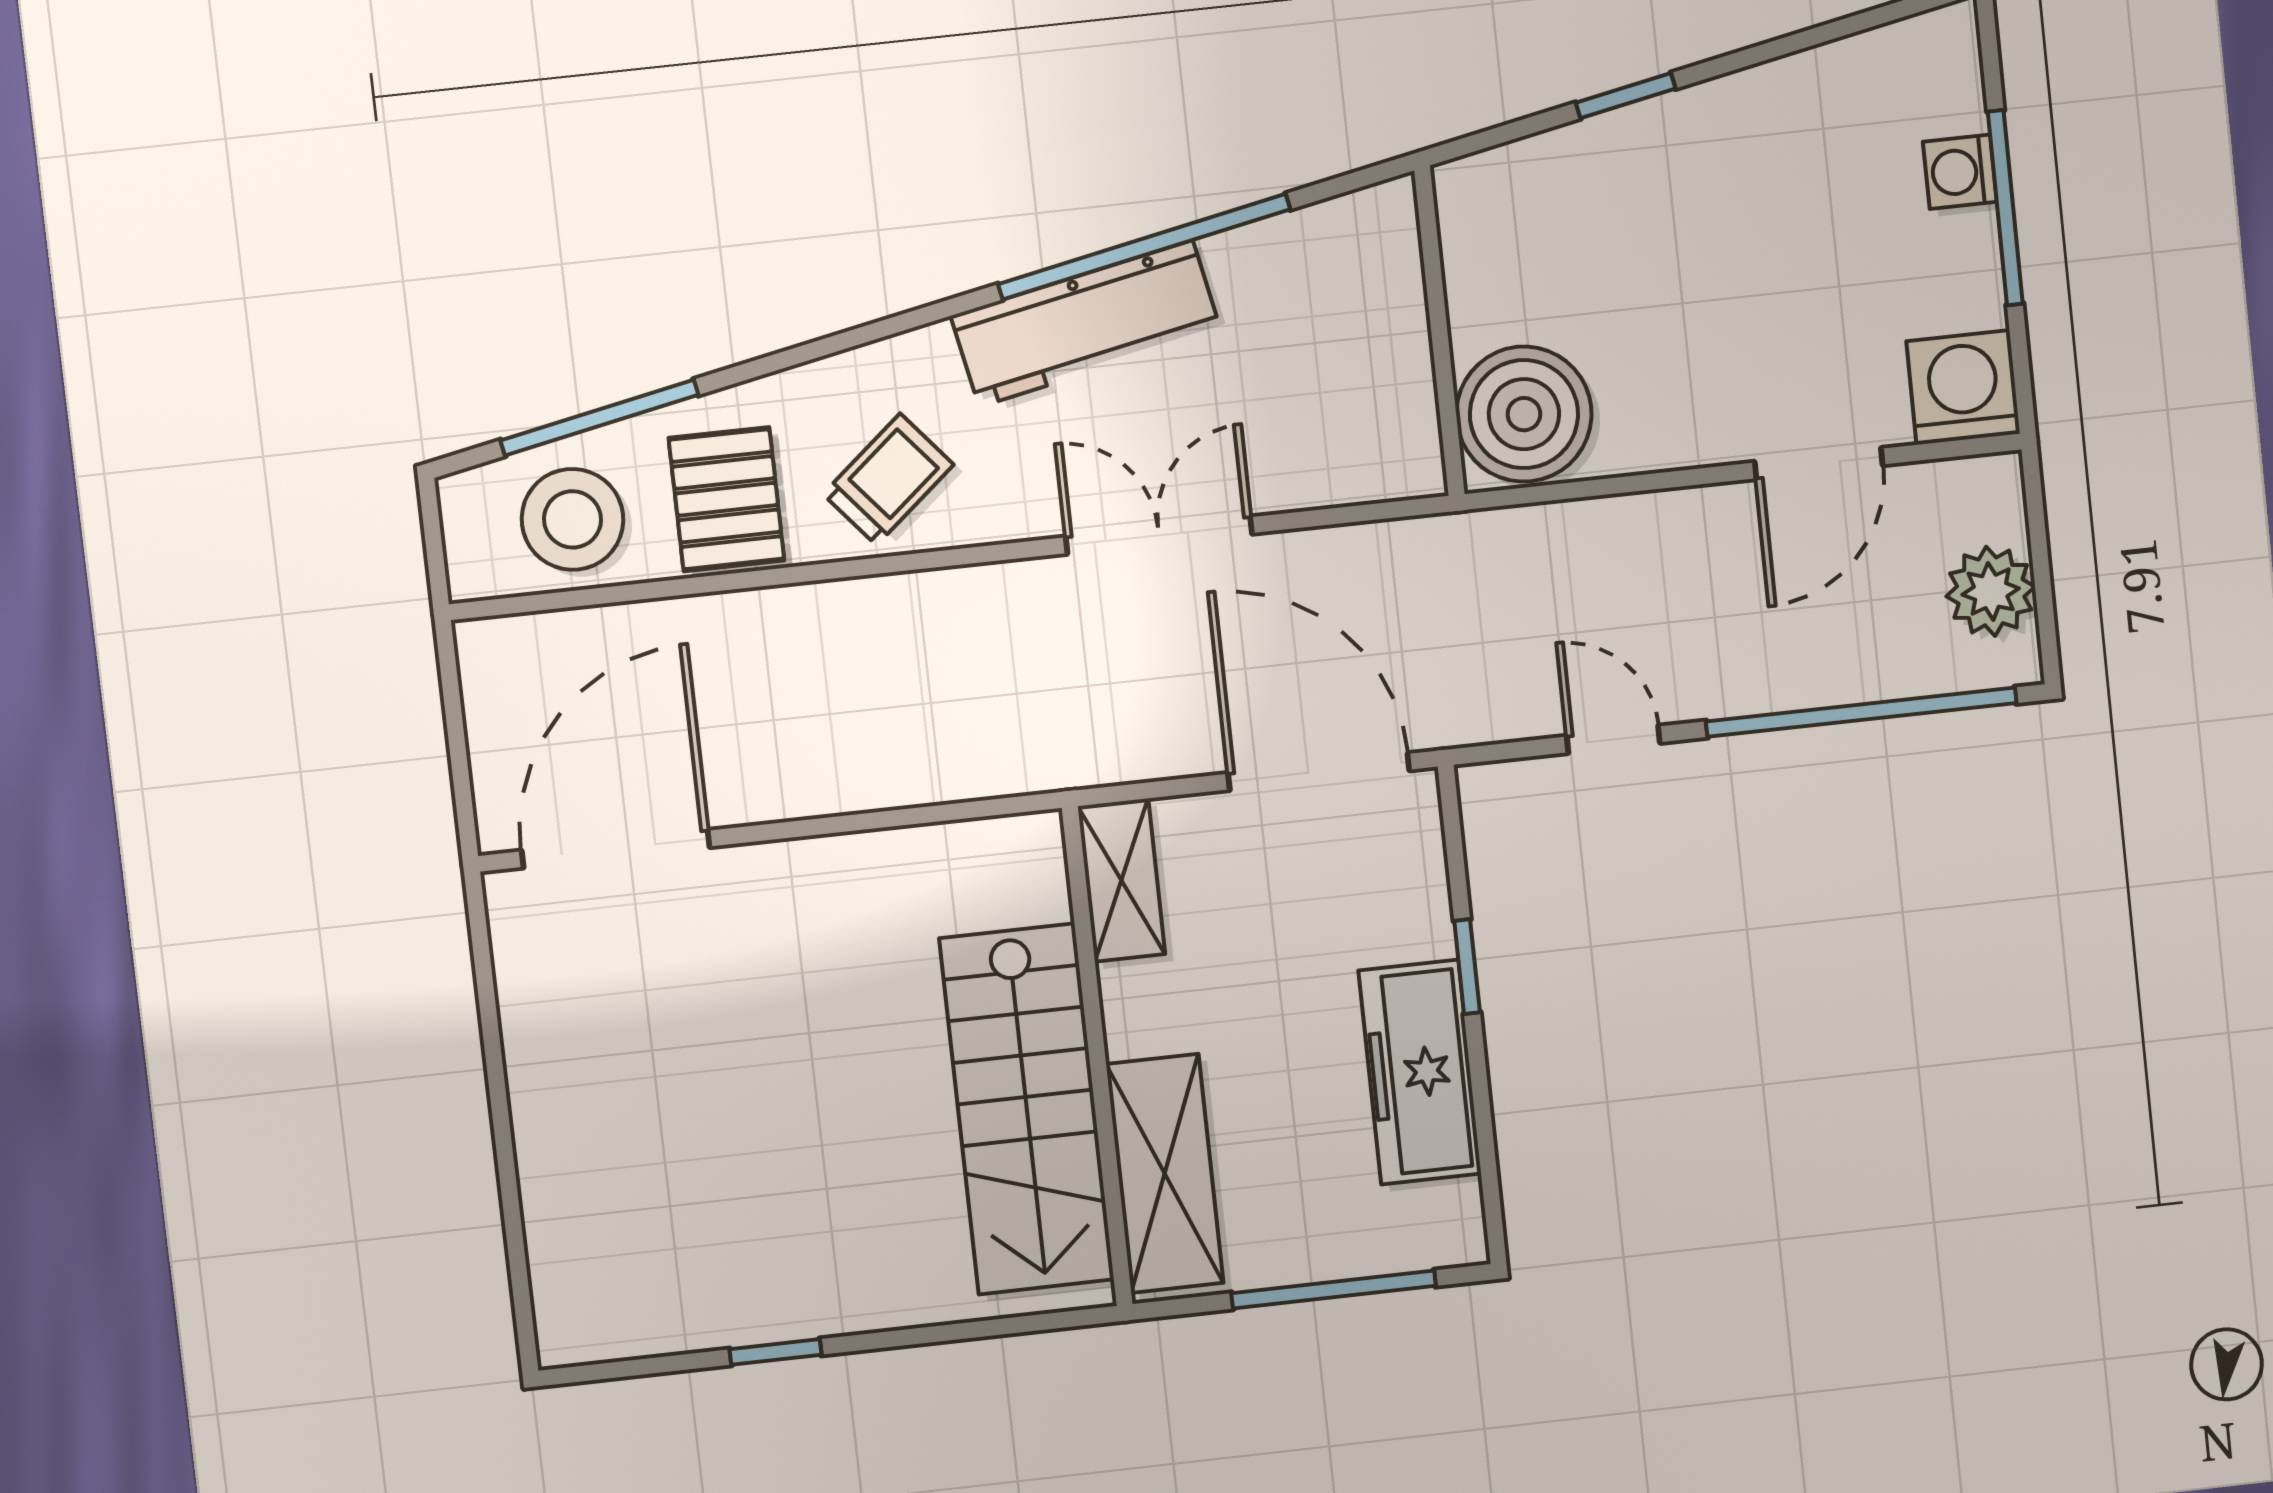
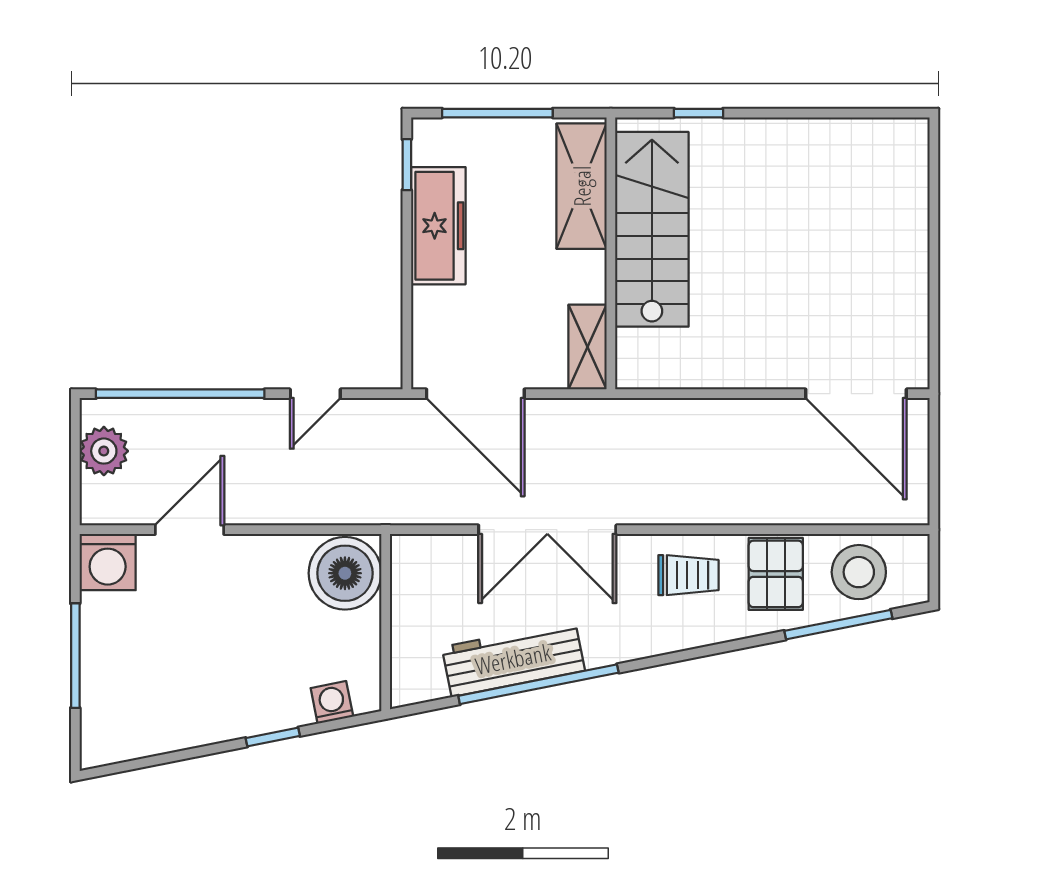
washing machine: (1960, 172) -> (332, 702), moved, turned -101
workbench: (1086, 324) -> (513, 659), moved
trolley: (888, 479) -> (688, 575), turned -140
double door: (1159, 535) -> (547, 530), width x1.37
door: (1613, 739) -> (315, 394), hinge flipped
door: (616, 849) -> (856, 394), hinge flipped
window: (1467, 967) -> (407, 165), moved
window: (776, 1352) -> (698, 113), moved

